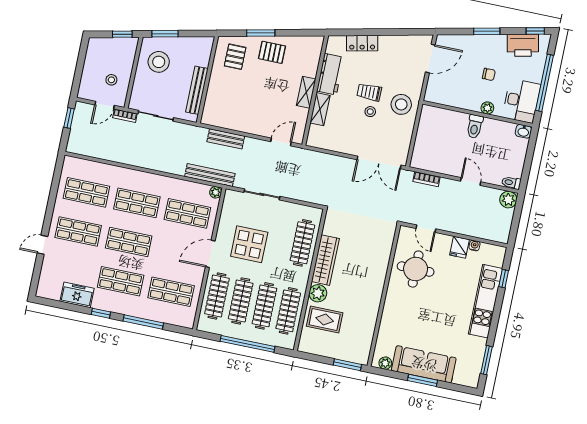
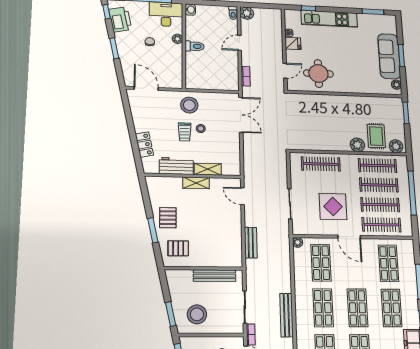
bench: (210, 175) -> (287, 315), moved
wardrobe: (325, 260) -> (330, 144), removed
plant: (308, 340) -> (396, 146), added

